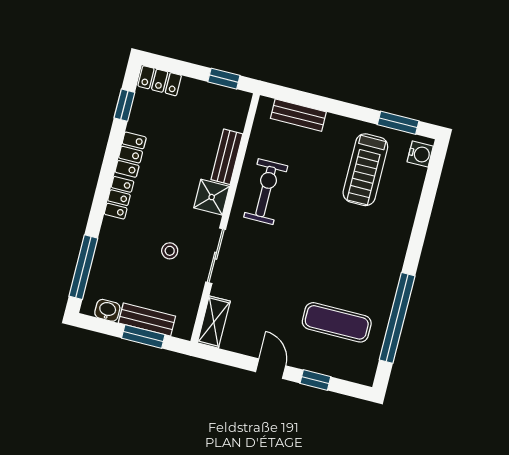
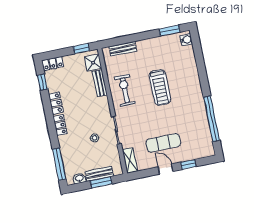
treadmill: (365, 170) -> (160, 87), moved
shower: (212, 197) -> (93, 63), moved
exercise mat: (337, 322) -> (163, 143), moved

